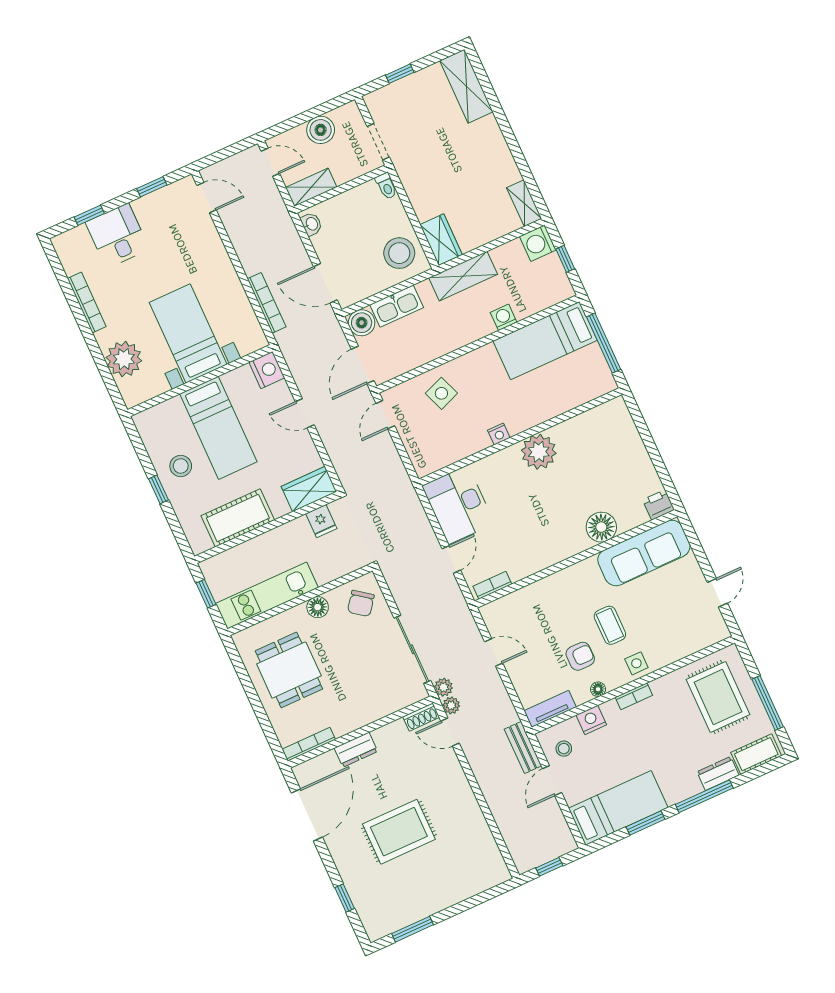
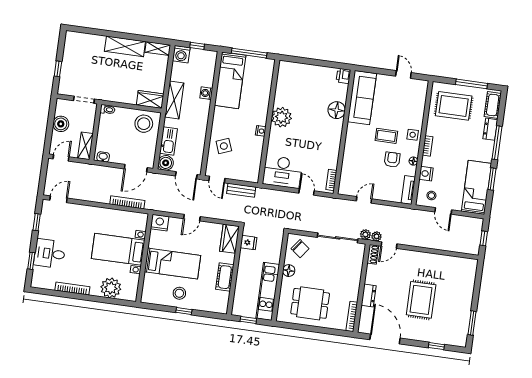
shelving: (466, 86) -> (125, 46), moved
cot: (238, 518) -> (225, 277), width x0.73, depth x0.75
bench: (523, 747) -> (241, 190), moved

